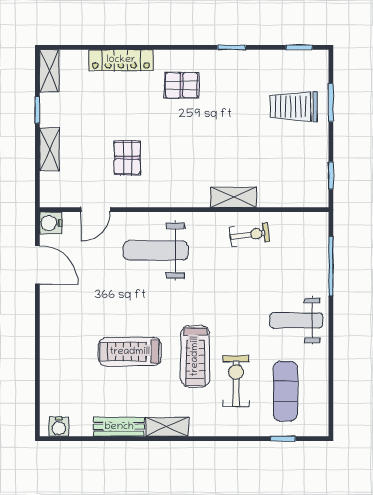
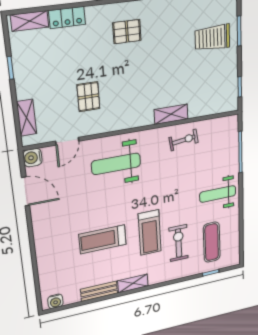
locker: (121, 60) -> (67, 17), width x0.66
shelving: (49, 71) -> (30, 21), moved, turned 90
shelving: (49, 149) -> (27, 118), moved

